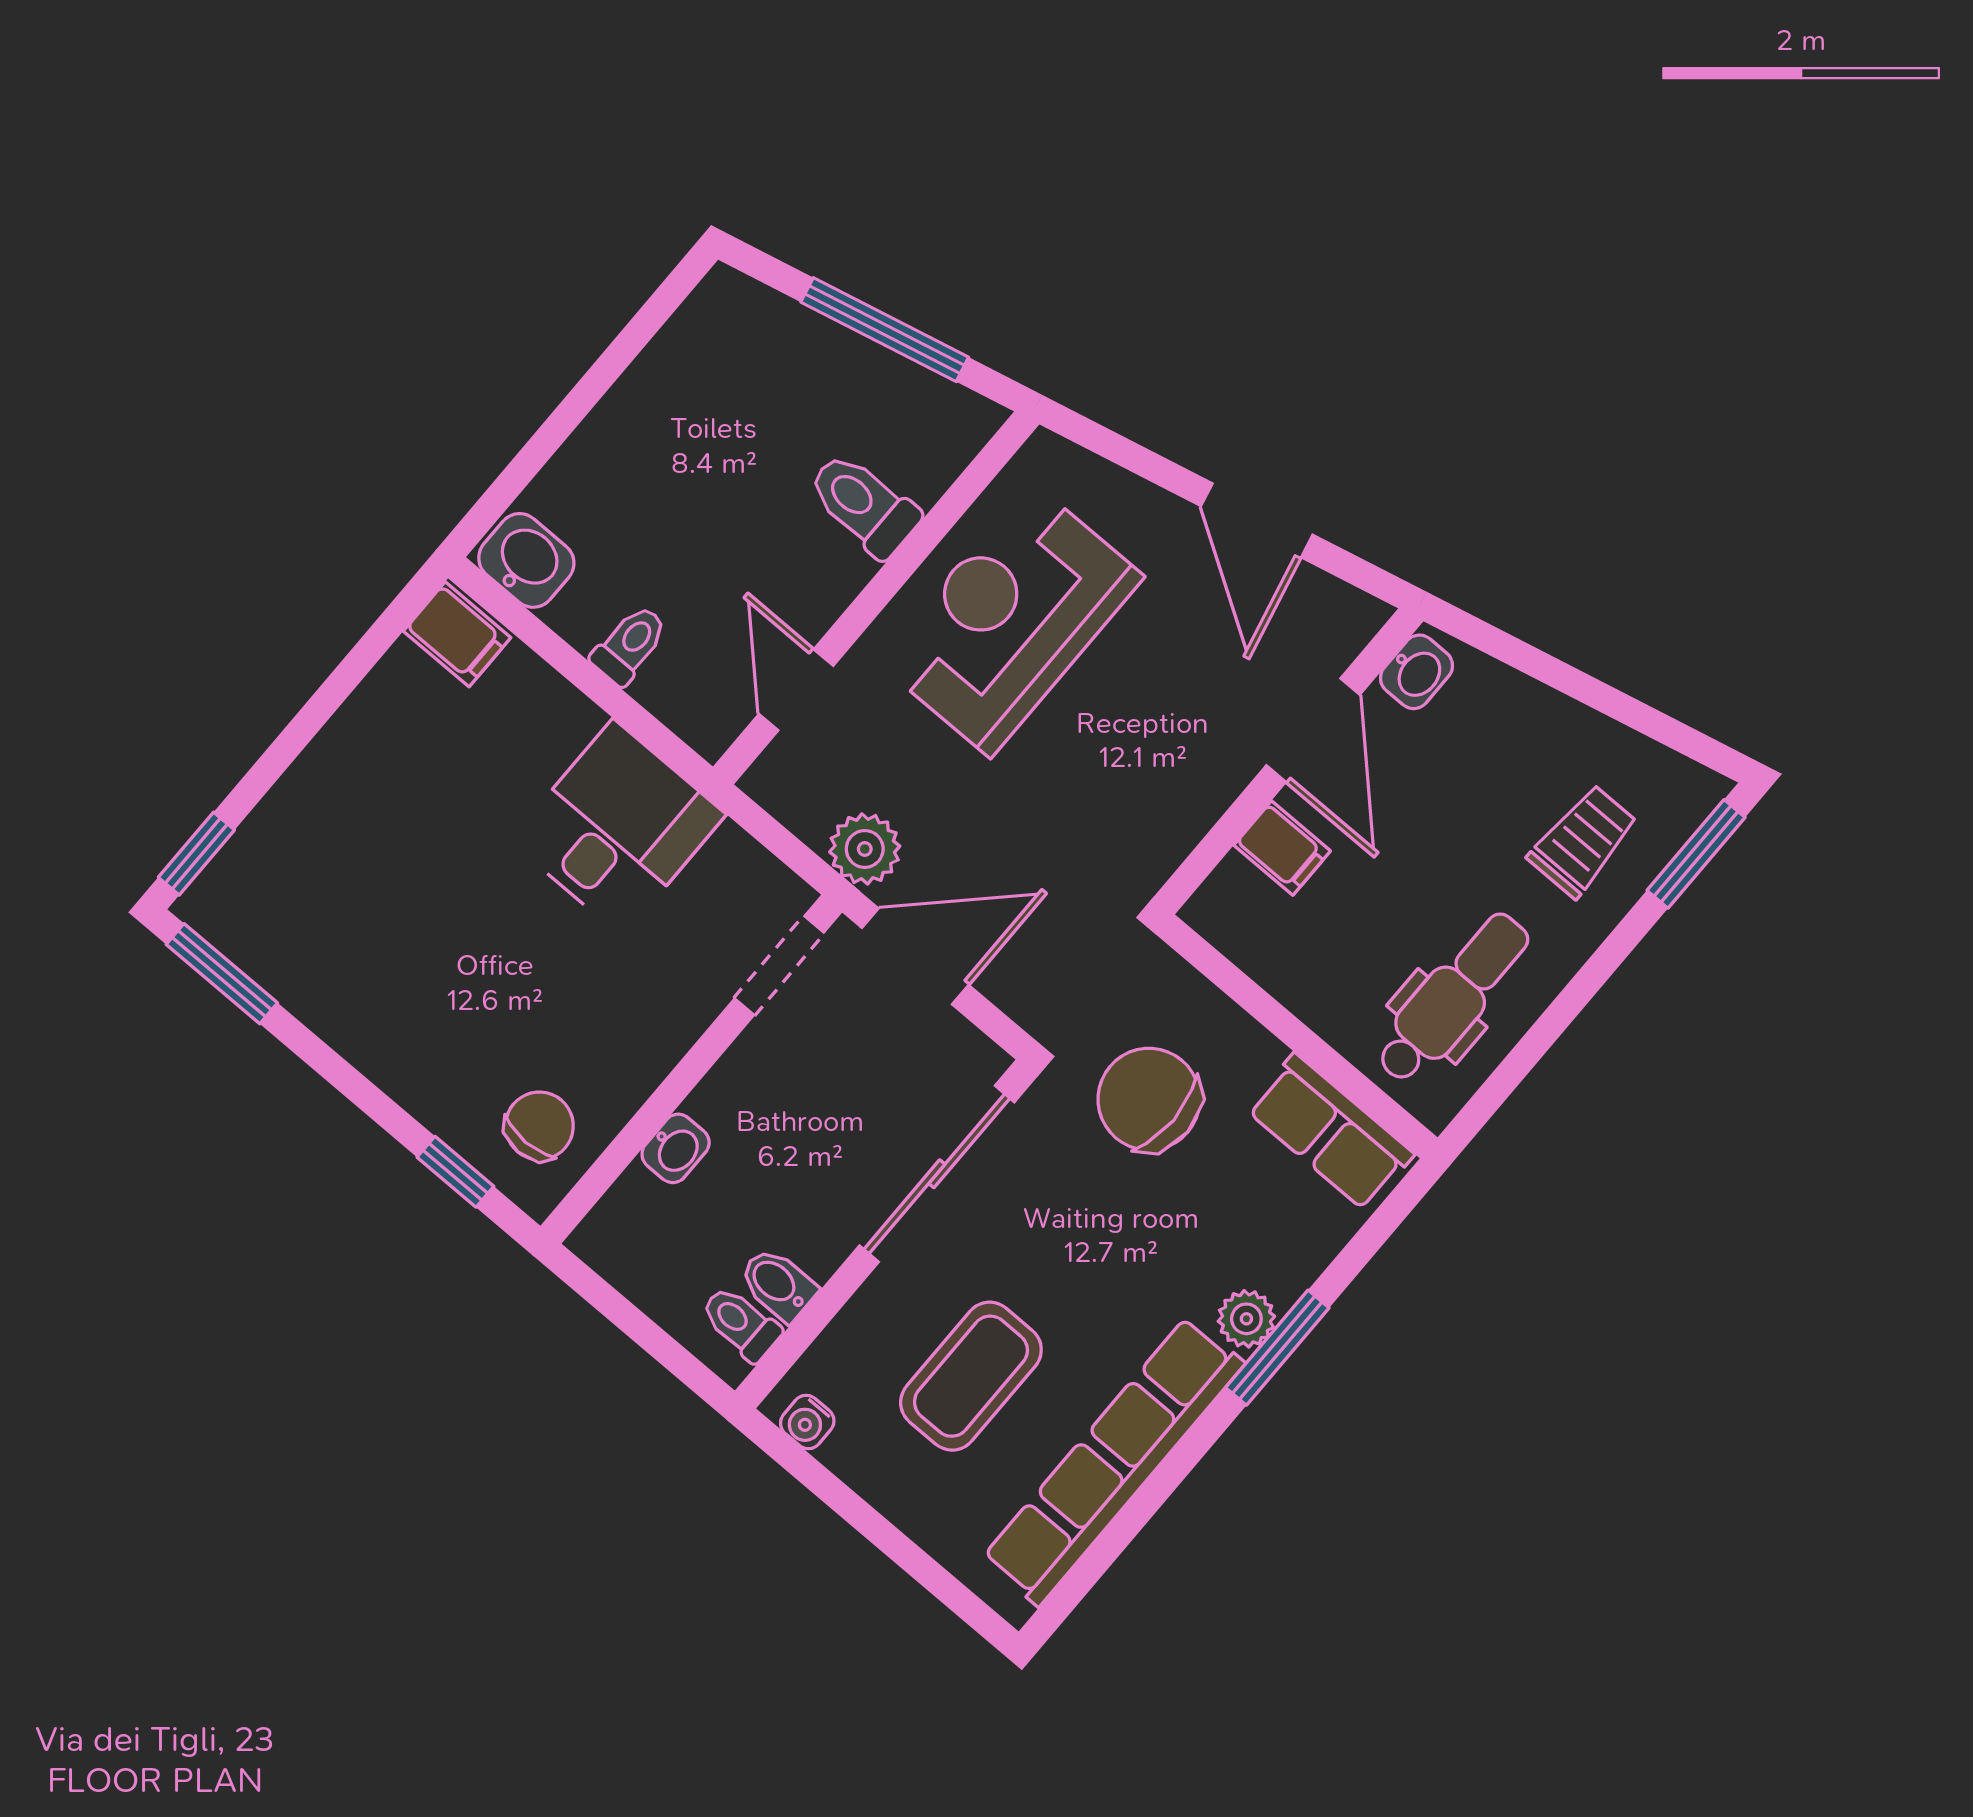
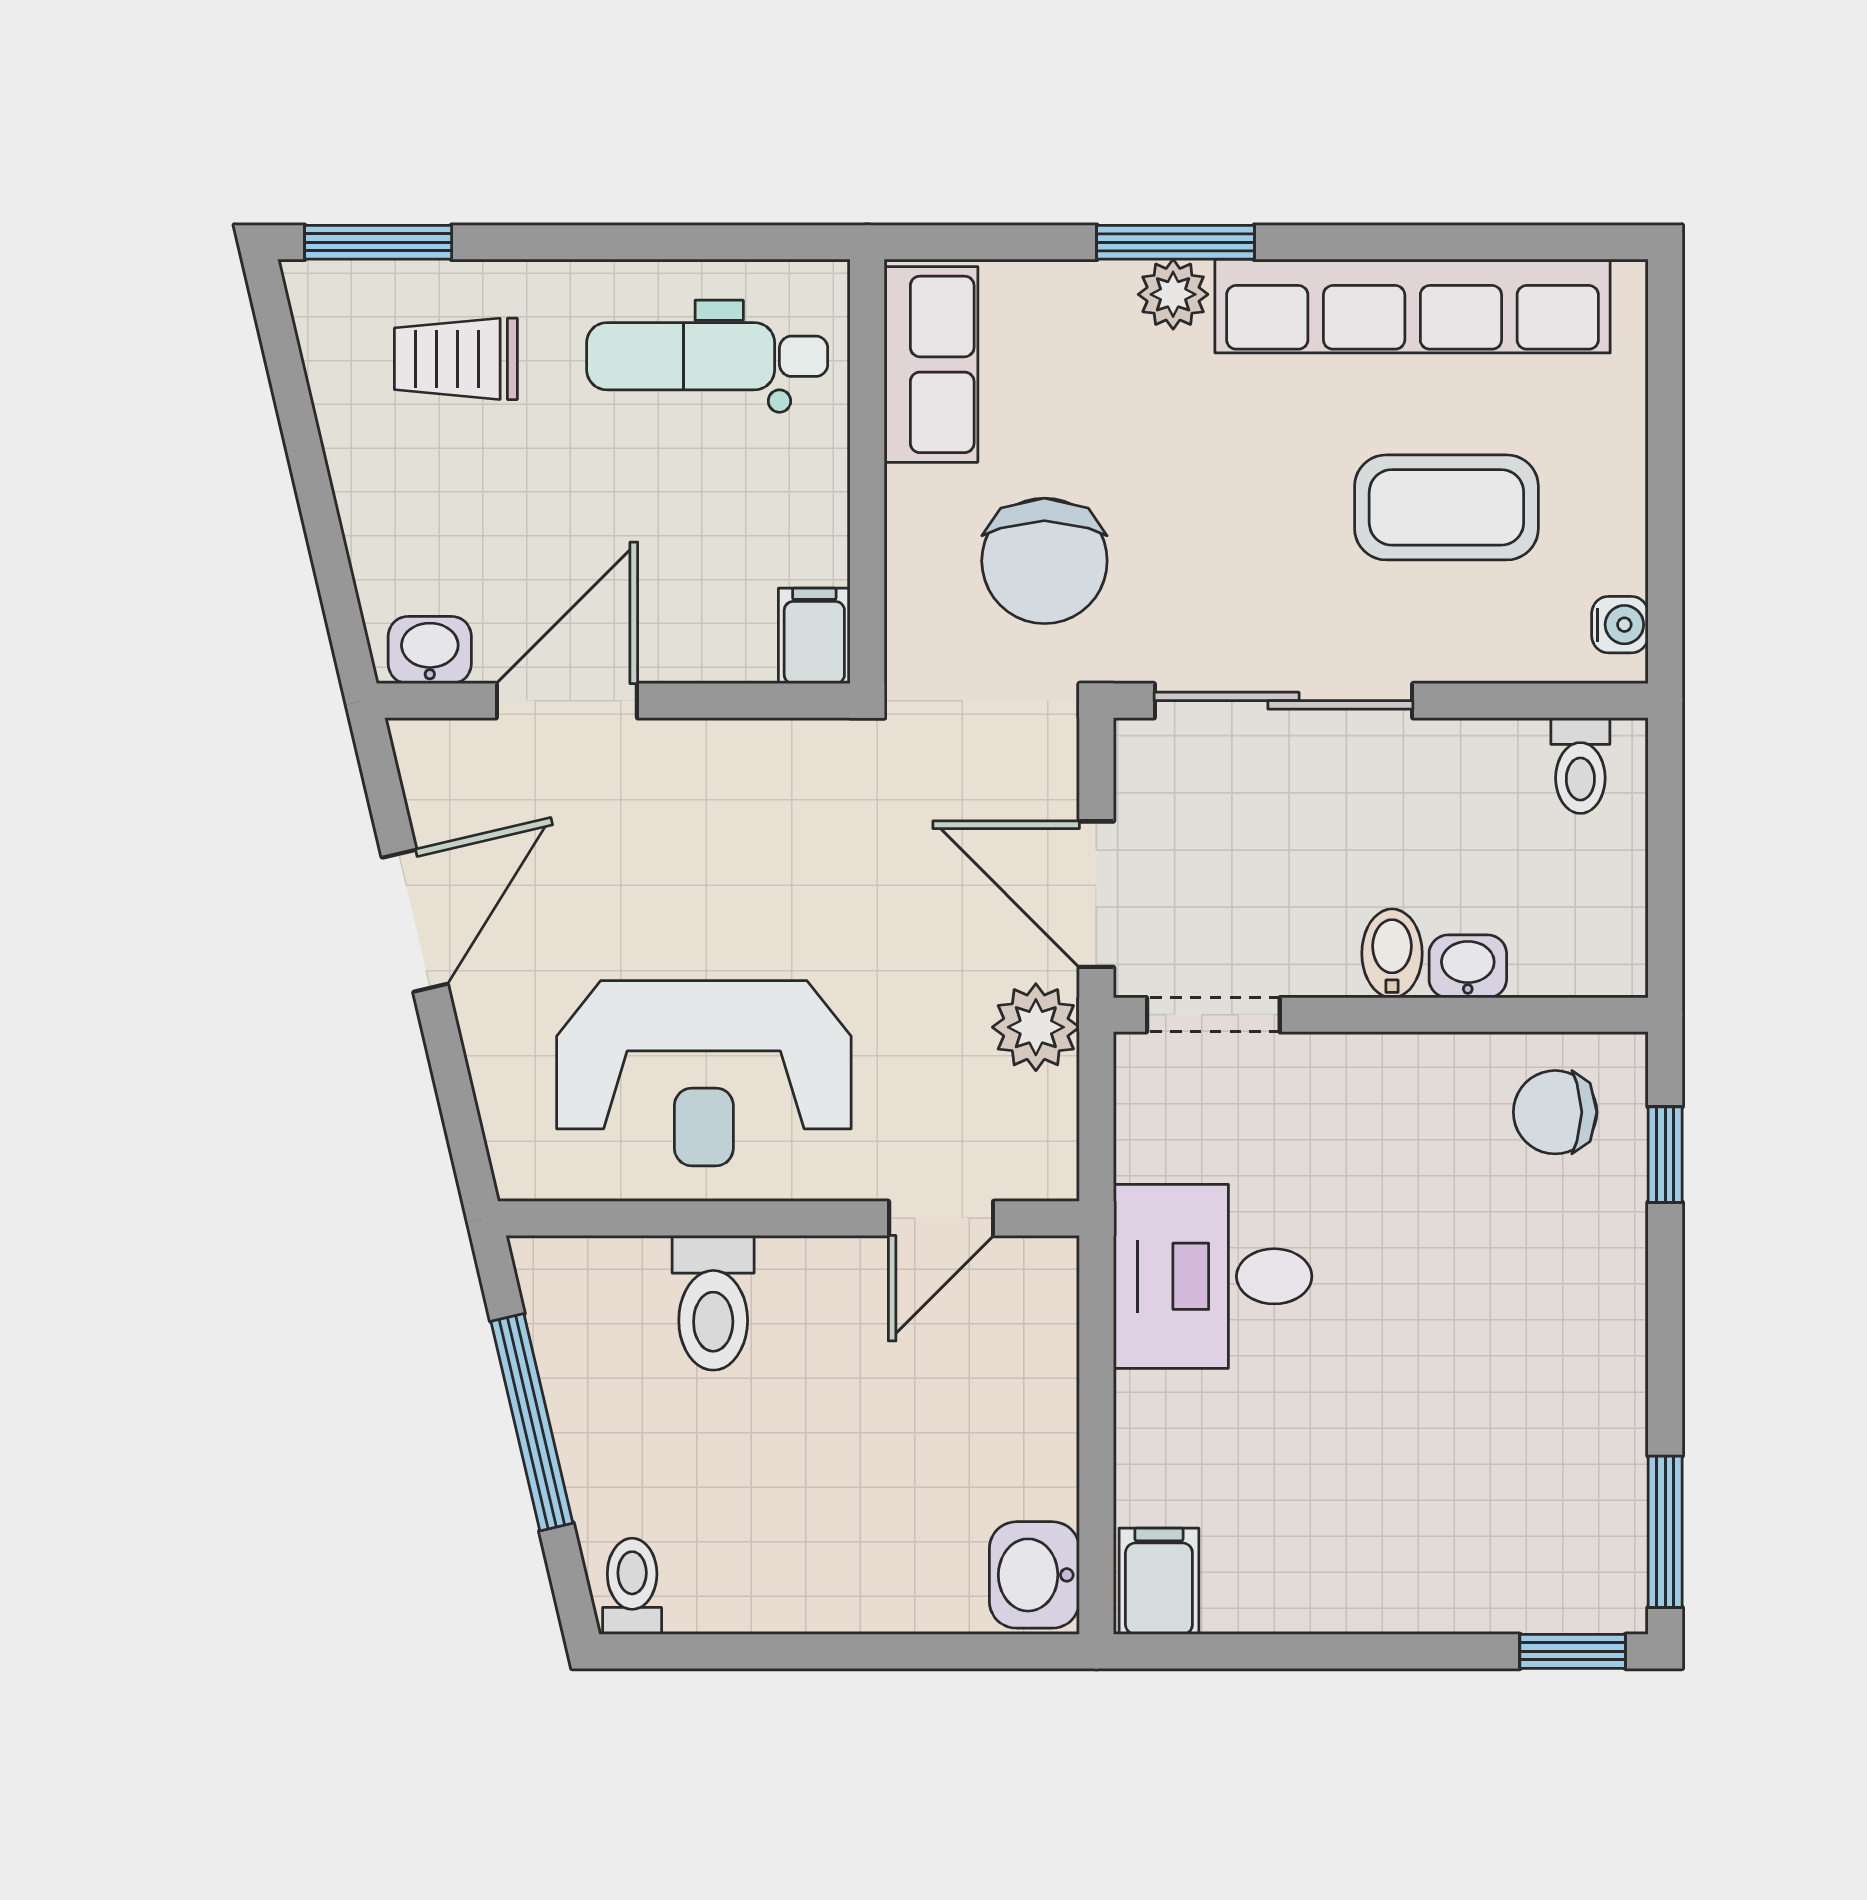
toilet: (630, 645) -> (632, 1586), moved, turned 90
filing cabinet: (1282, 848) -> (814, 636), moved
bidet: (778, 1284) -> (1392, 953), moved, turned 180

